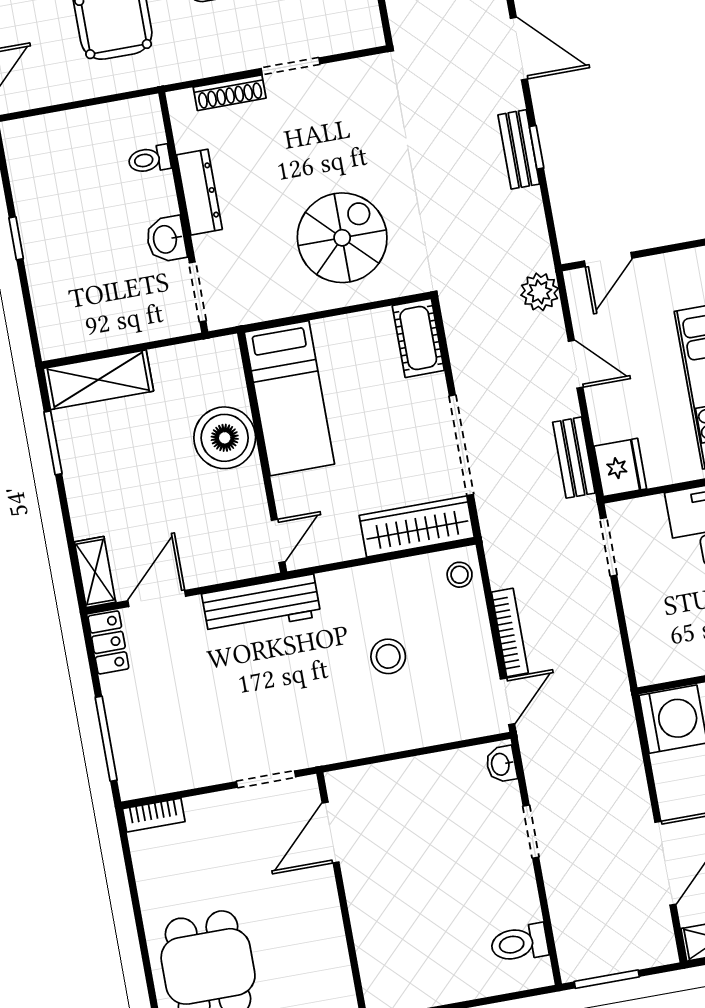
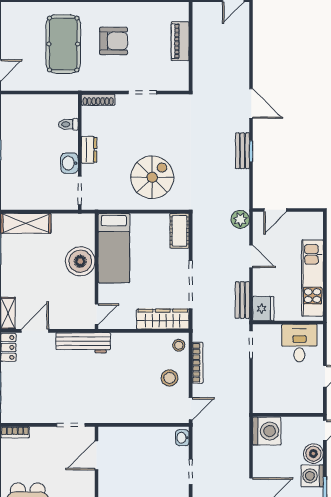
shoe rack: (230, 93) -> (98, 100), moved
dresser: (199, 192) -> (89, 150), width x0.70
bookcase: (510, 632) -> (198, 363), moved
stool: (388, 656) -> (170, 378), moved

